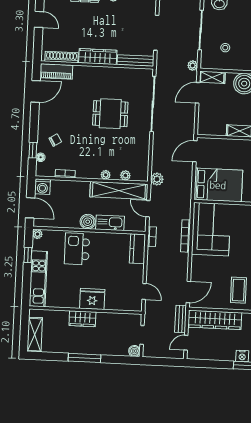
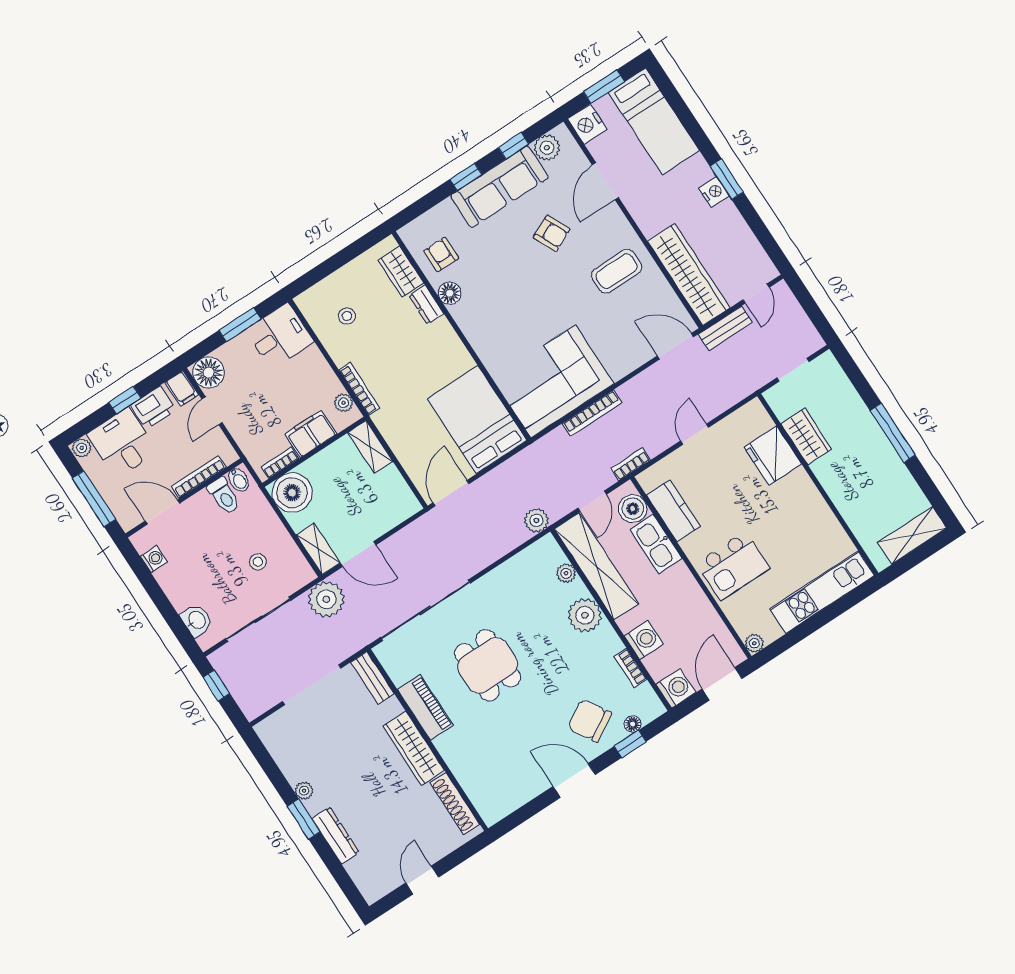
bench: (136, 60) -> (373, 678), width x0.73
plant: (193, 66) -> (326, 599), width x1.87, depth x1.87
piano: (56, 71) -> (425, 707), moved
door: (36, 91) -> (574, 780), moved
chair: (55, 140) -> (590, 721), width x1.87, depth x1.87
door: (195, 151) -> (451, 493), swing flipped
plant: (106, 175) -> (585, 615), width x1.88, depth x1.88
washing machine: (73, 188) -> (644, 640), added
boiler: (88, 222) -> (633, 509), moved
kitchen counter: (137, 249) -> (673, 511), moved, turned -90
window: (28, 255) -> (797, 634), removed
door: (144, 291) -> (695, 434), moved
fridge: (92, 299) -> (773, 455), moved
wardrobe: (82, 319) -> (806, 436), moved
door: (186, 343) -> (756, 294), hinge flipped
boiler: (134, 351) -> (826, 364), removed

